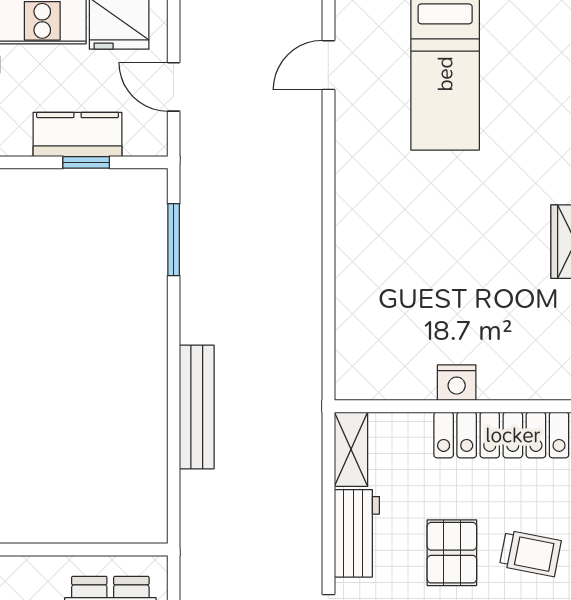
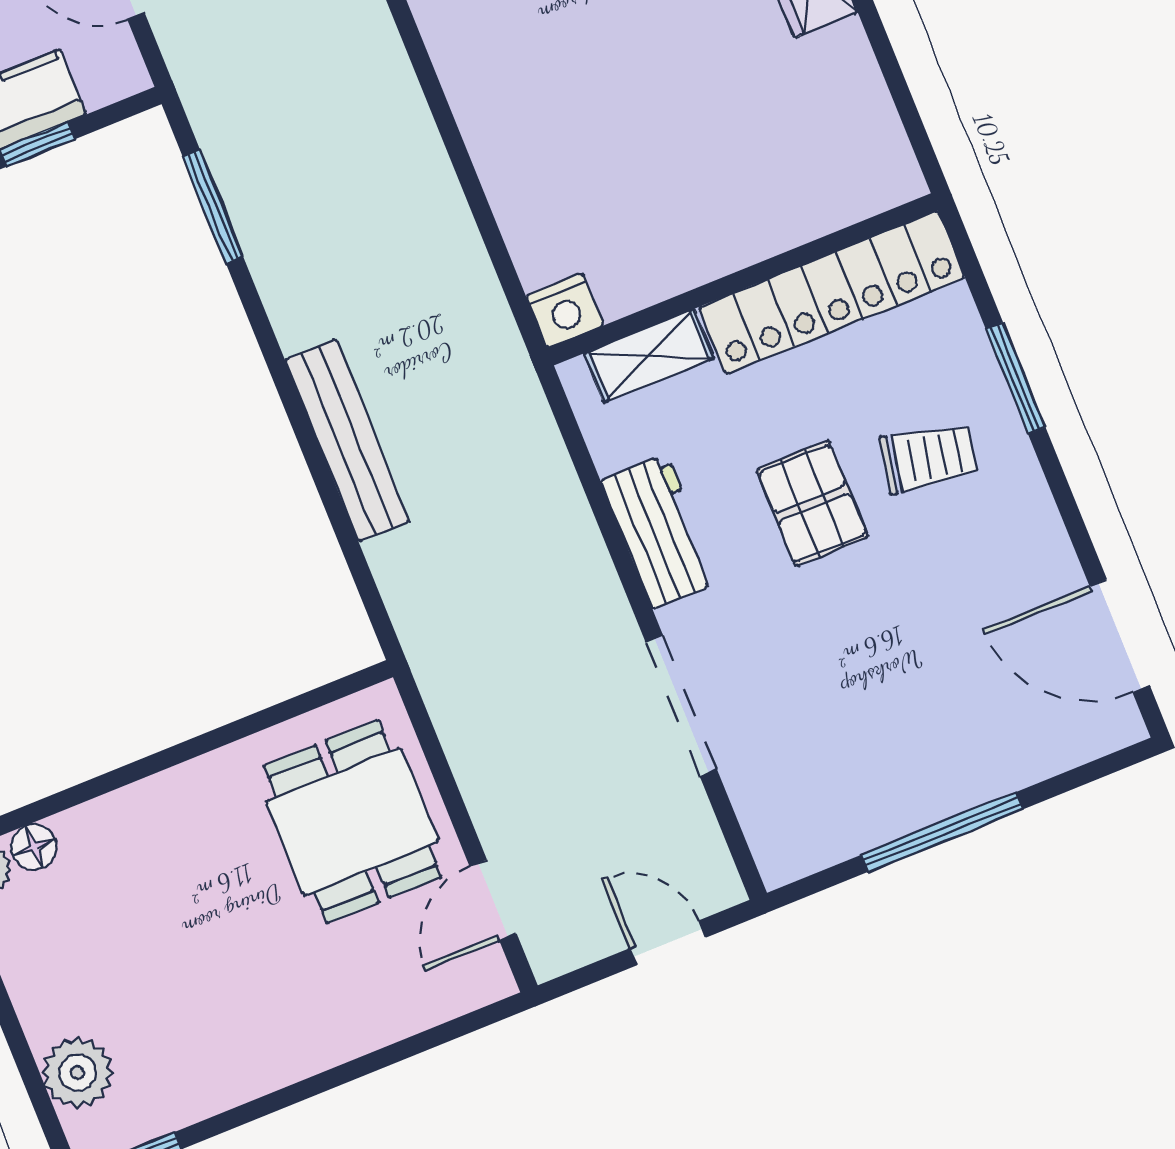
nightstand: (457, 383) -> (565, 311), moved
shelving: (351, 449) -> (649, 356), moved, turned 90

